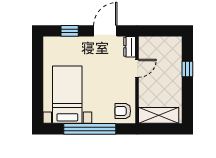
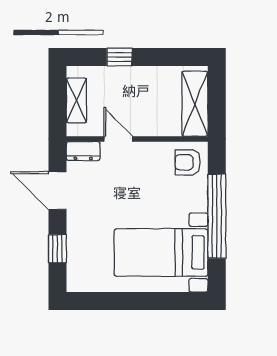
shelving: (161, 43) -> (76, 100), added
armchair: (123, 111) -> (188, 162), turned 90

